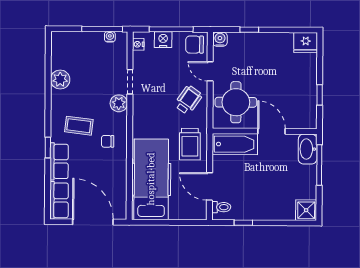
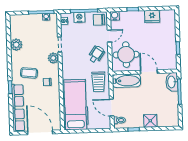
fridge: (306, 43) -> (152, 16), moved
door: (210, 71) -> (109, 36), swing flipped
shower: (306, 210) -> (150, 121), moved

